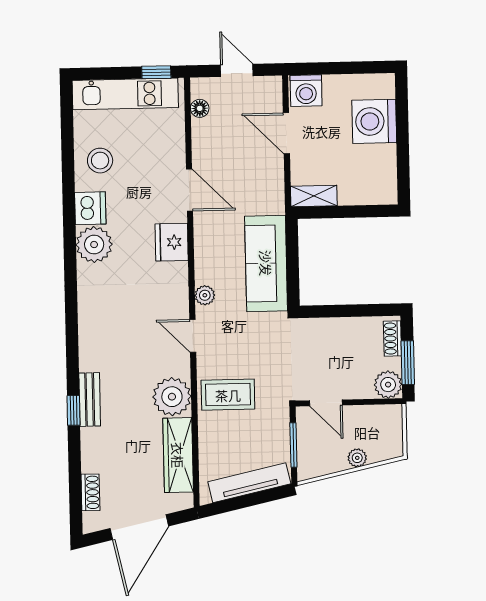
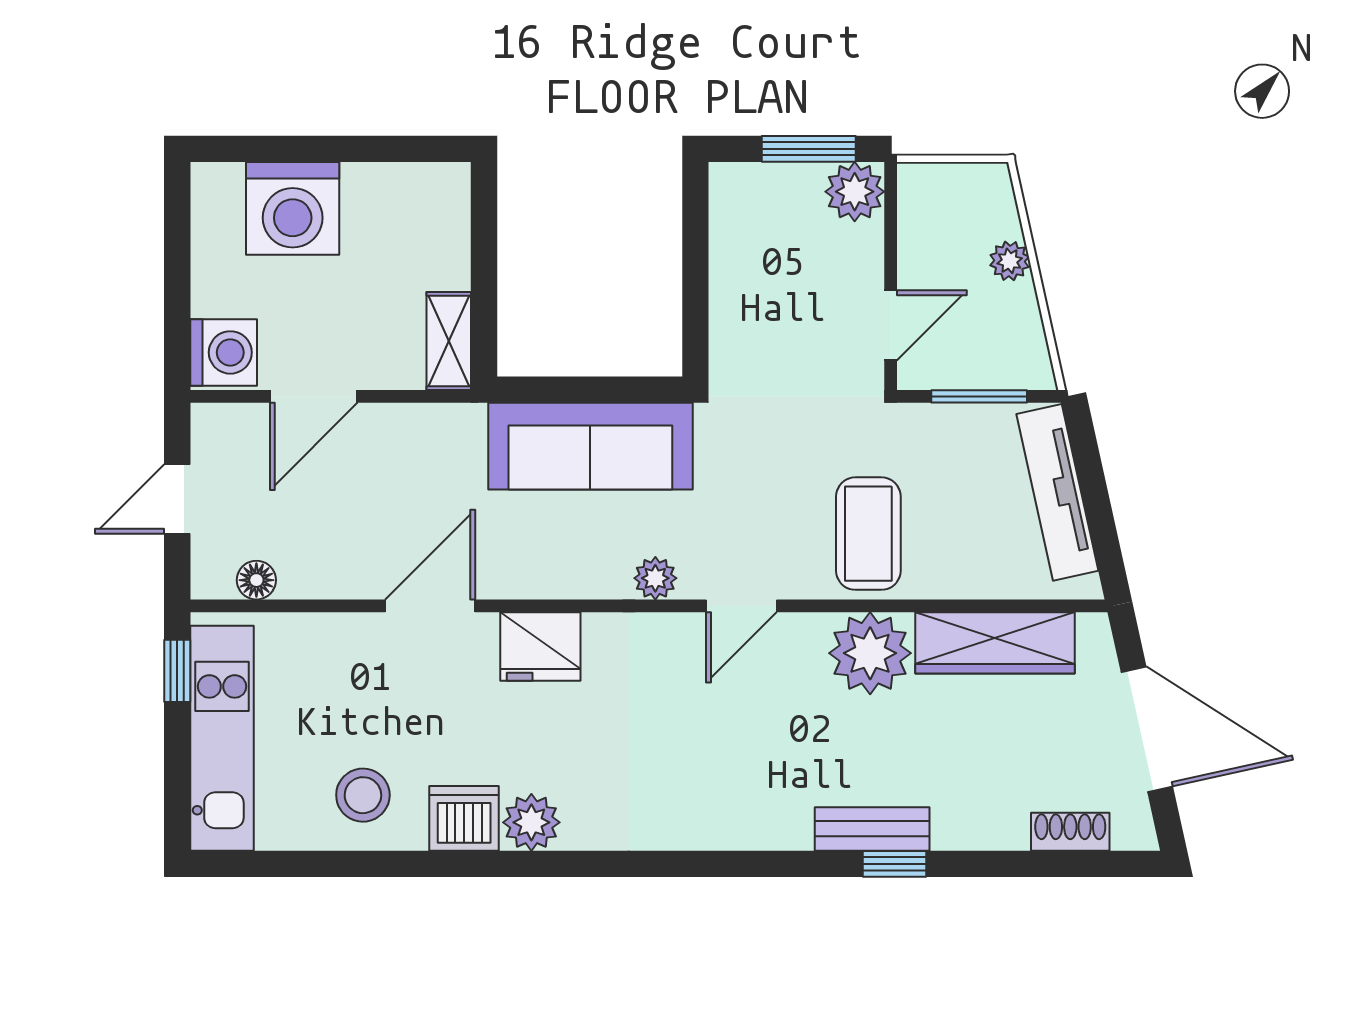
plant: (94, 245) -> (531, 822), width x0.73, depth x0.73
shoe rack: (392, 338) -> (757, 180), removed

